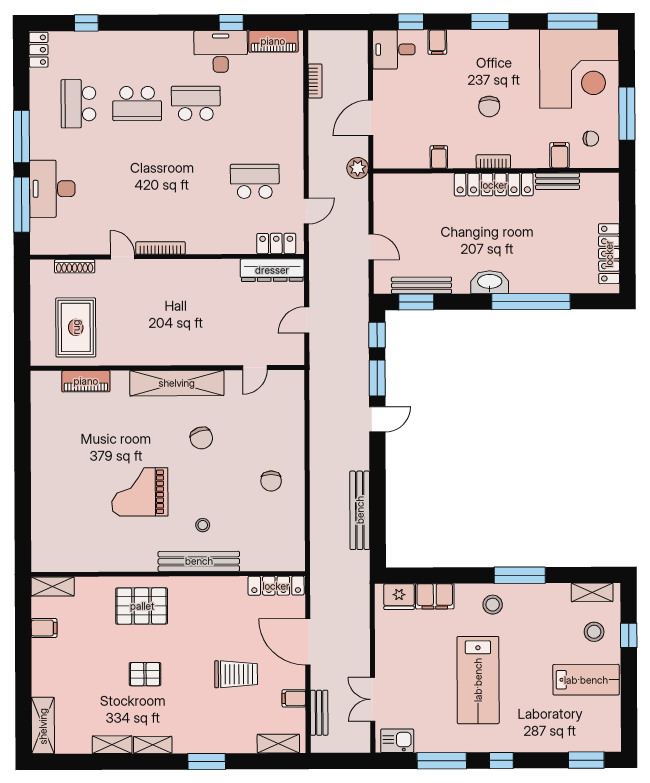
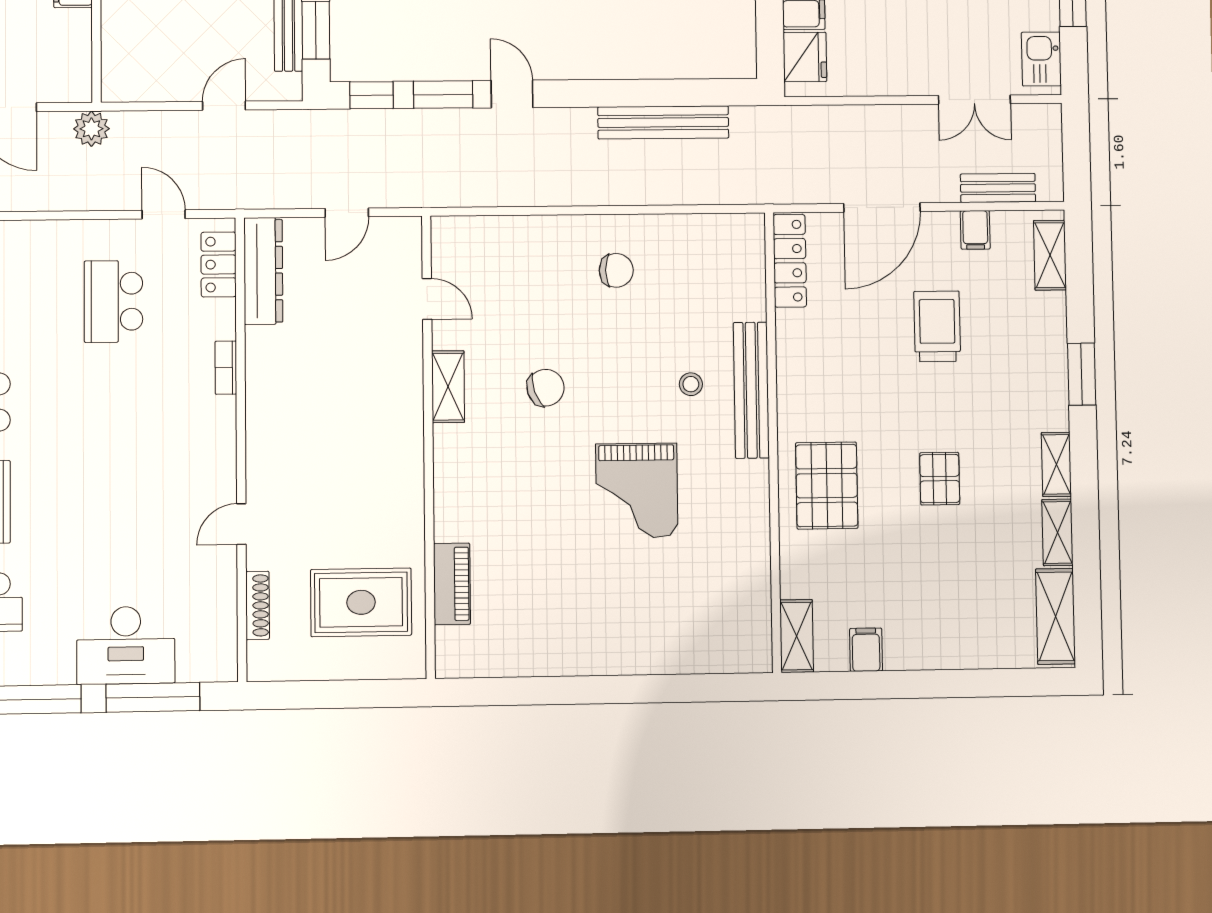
bookcase: (160, 248) -> (226, 368), moved, width x0.64
door: (307, 320) -> (347, 213), hinge flipped
shelving: (177, 383) -> (448, 387), width x0.45, depth x0.75
shelving: (43, 726) -> (1055, 616), moved, turned 90

